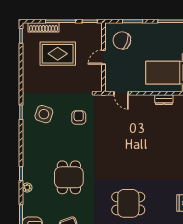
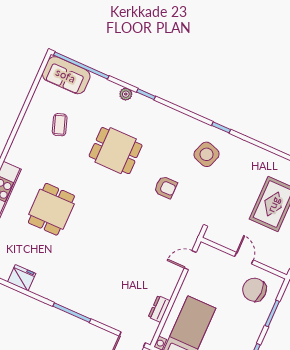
chair: (122, 40) -> (254, 290), turned -109
armchair: (79, 118) -> (166, 187), moved

